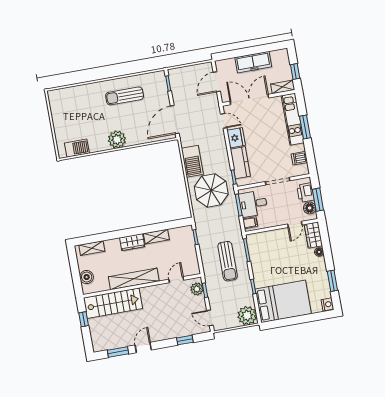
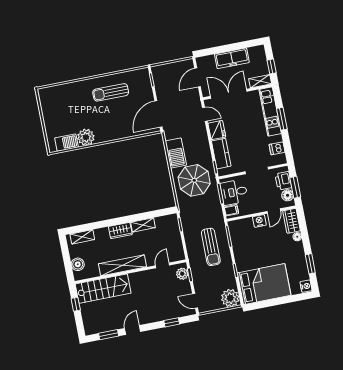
plant: (117, 139) -> (86, 137), moved
nightstand: (279, 235) -> (259, 221), added

